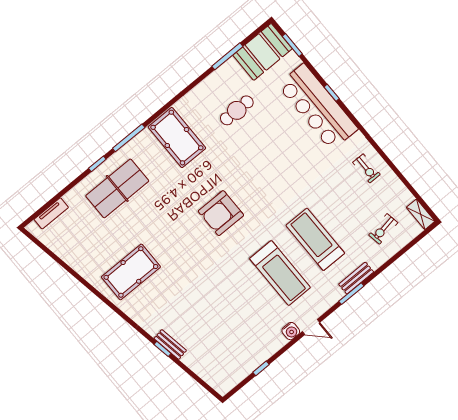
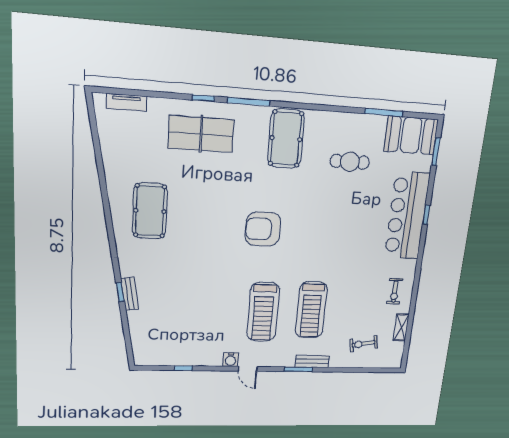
shelving: (421, 214) -> (401, 327), moved
treadmill: (315, 239) -> (311, 310), turned 180
pool table: (131, 272) -> (150, 211), turned 90

